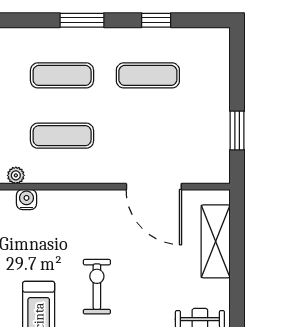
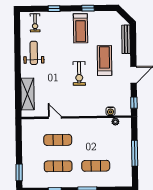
window: (237, 130) -> (19, 172), moved
exercise mat: (62, 136) -> (58, 140), moved
door: (154, 187) -> (55, 118), width x0.53

